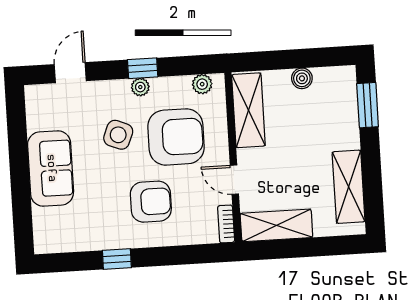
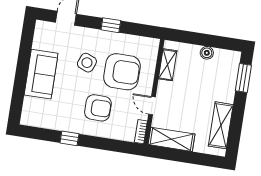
plant: (202, 84) -> (145, 43), removed
plant: (140, 87) -> (107, 36), removed
shelving: (248, 110) -> (168, 65), width x0.67, depth x0.75

